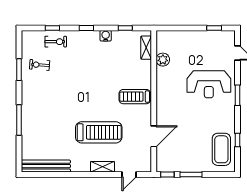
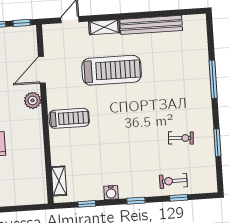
plant: (163, 60) -> (33, 100), moved
exercise bike: (40, 65) -> (181, 138), moved
treadmill: (99, 132) -> (112, 70), turned 180
bench: (46, 166) -> (151, 25), moved

